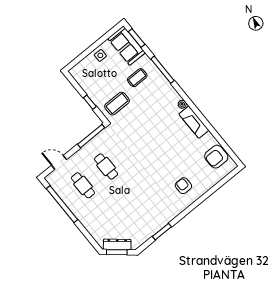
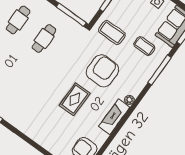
rug: (168, 153) -> (75, 99), added
armchair: (183, 186) -> (102, 71), moved, width x1.88, depth x1.88

